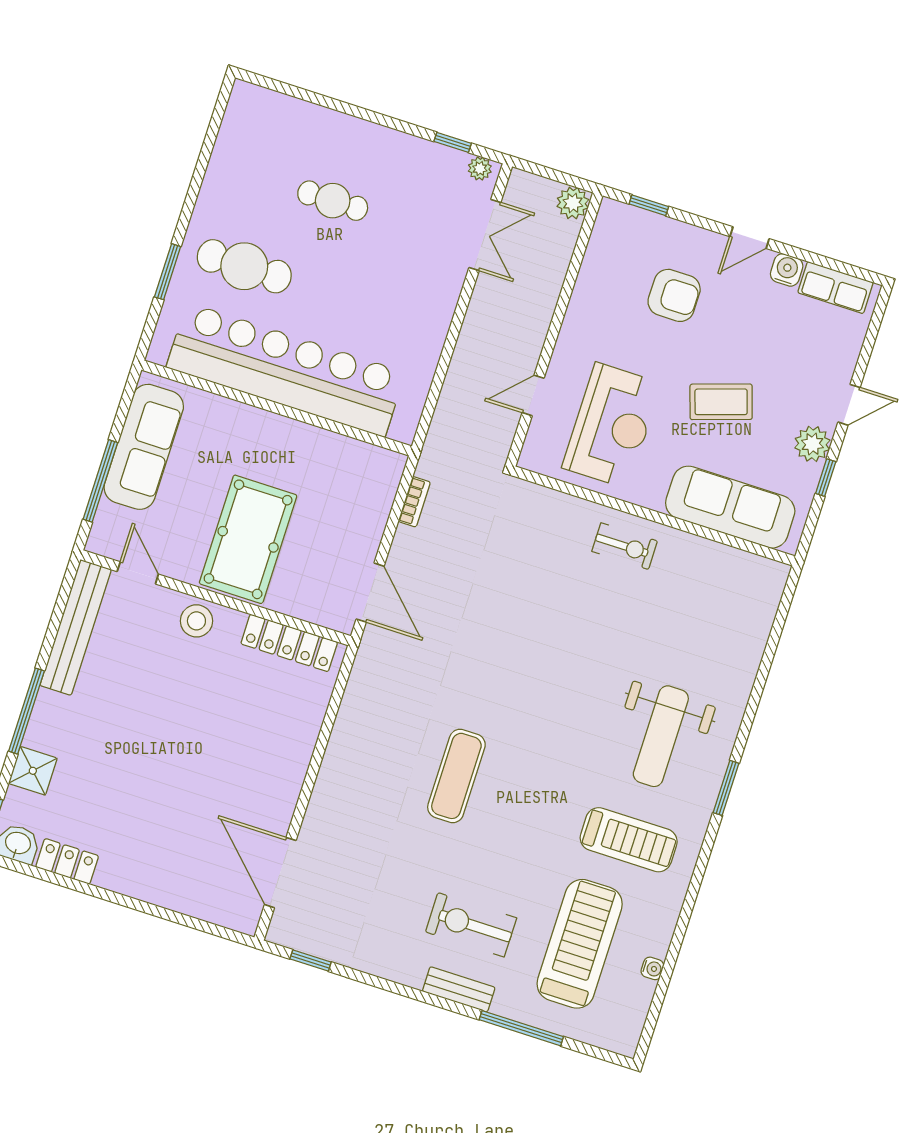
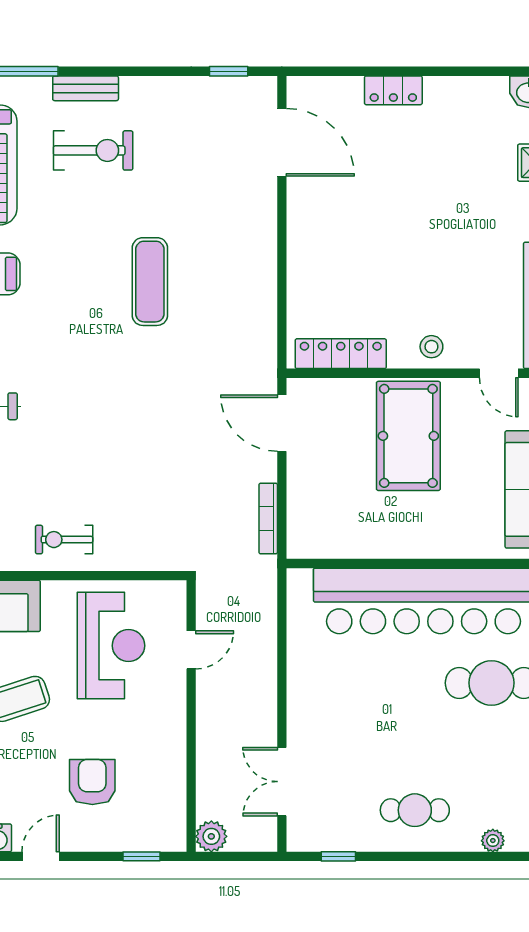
plant: (480, 169) -> (493, 841), moved
cafe table: (333, 201) -> (415, 810), moved
armchair: (674, 295) -> (92, 782), turned 90
reception desk: (612, 425) -> (111, 646), turned 180
bookcase: (414, 502) -> (268, 519), width x1.56
stool: (196, 621) -> (431, 347), width x0.73, depth x0.73
locker: (67, 861) -> (393, 90), moved

